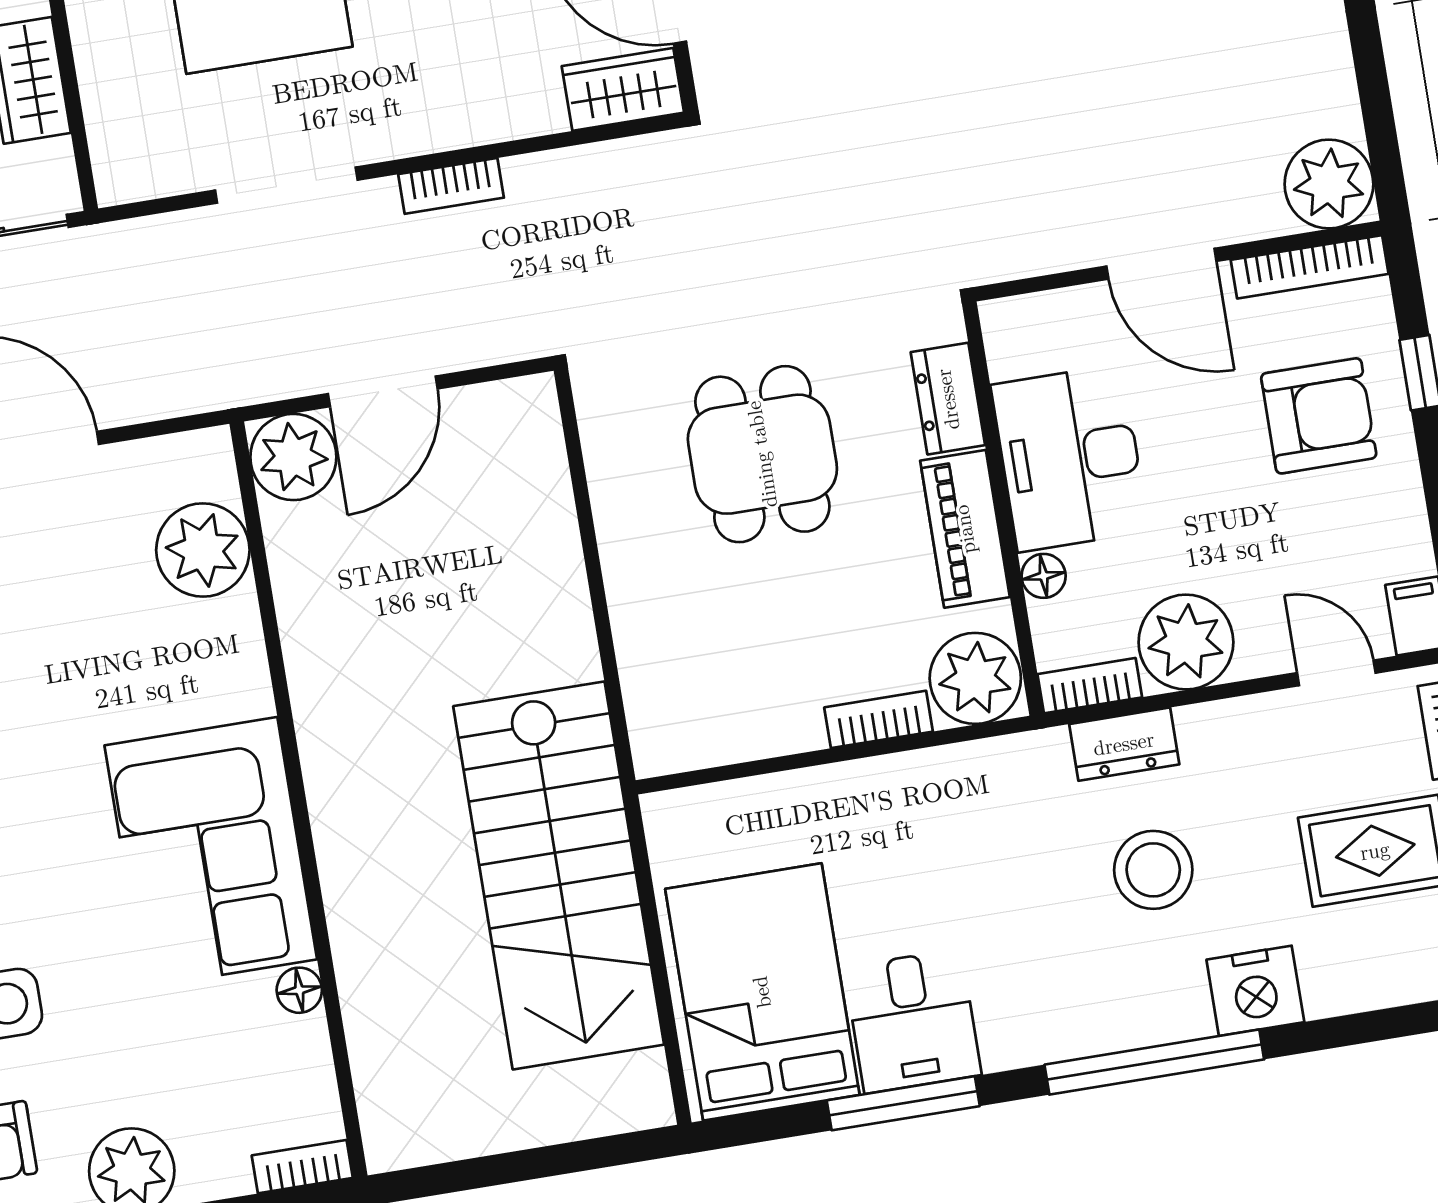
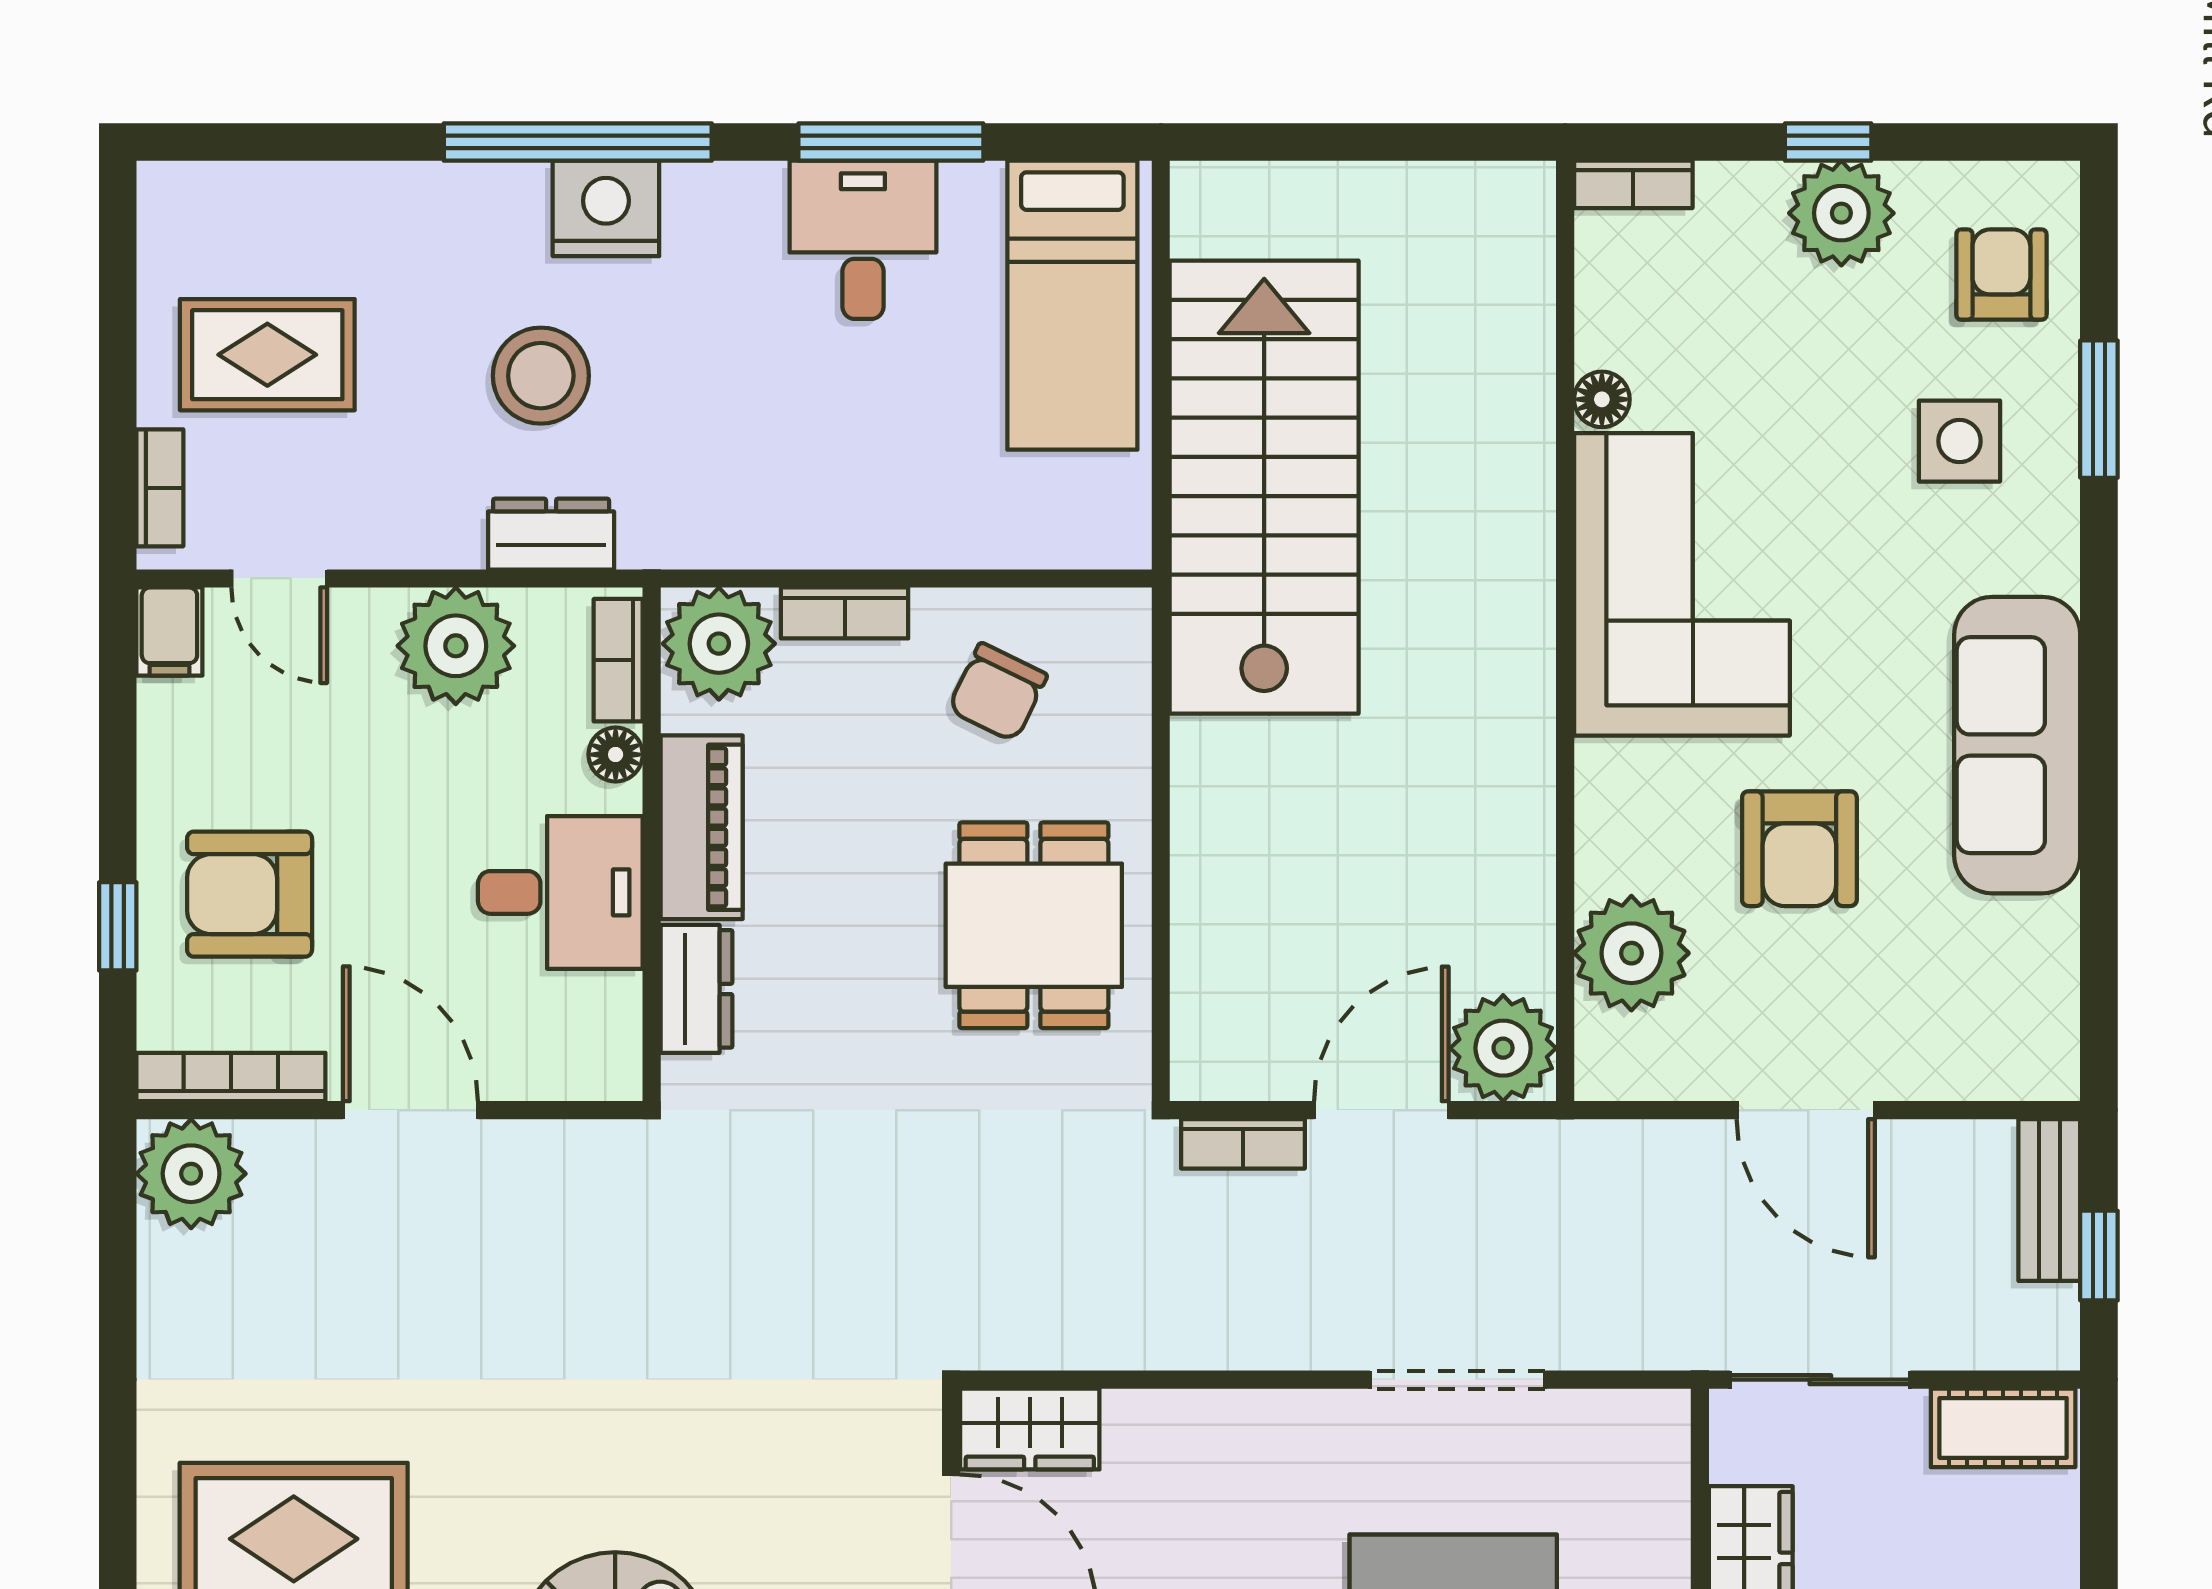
bookcase: (451, 186) -> (1243, 1144), moved, turned 180
dining table: (762, 454) -> (1034, 925), moved
desk: (1070, 458) -> (560, 892), width x0.73
armchair: (82, 656) -> (1799, 849), added
chair: (745, 676) -> (998, 692), added
bookcase: (1090, 686) -> (618, 660), moved, turned 90
nightstand: (1255, 991) -> (606, 208), moved
bed: (762, 992) -> (1072, 305), width x0.67

